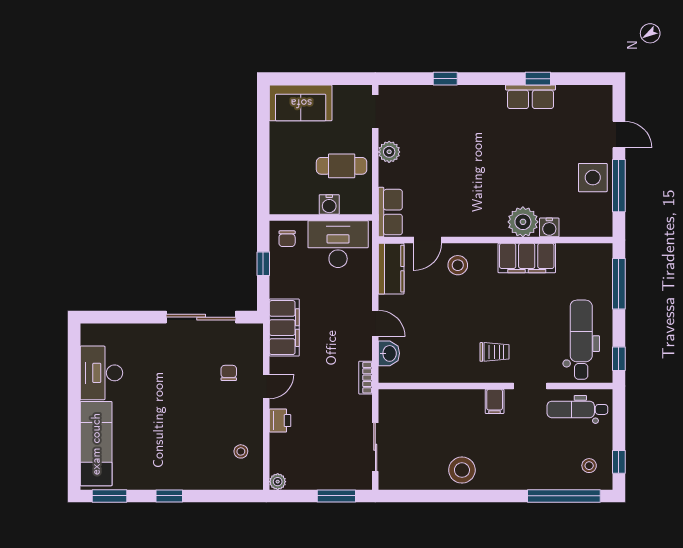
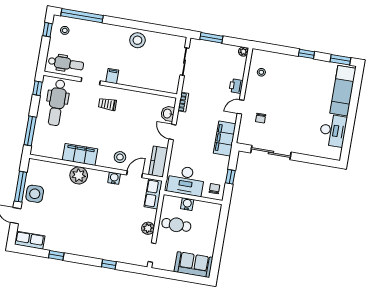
row of seats: (530, 97) -> (30, 240), moved
water cooler: (549, 227) -> (114, 178), moved

